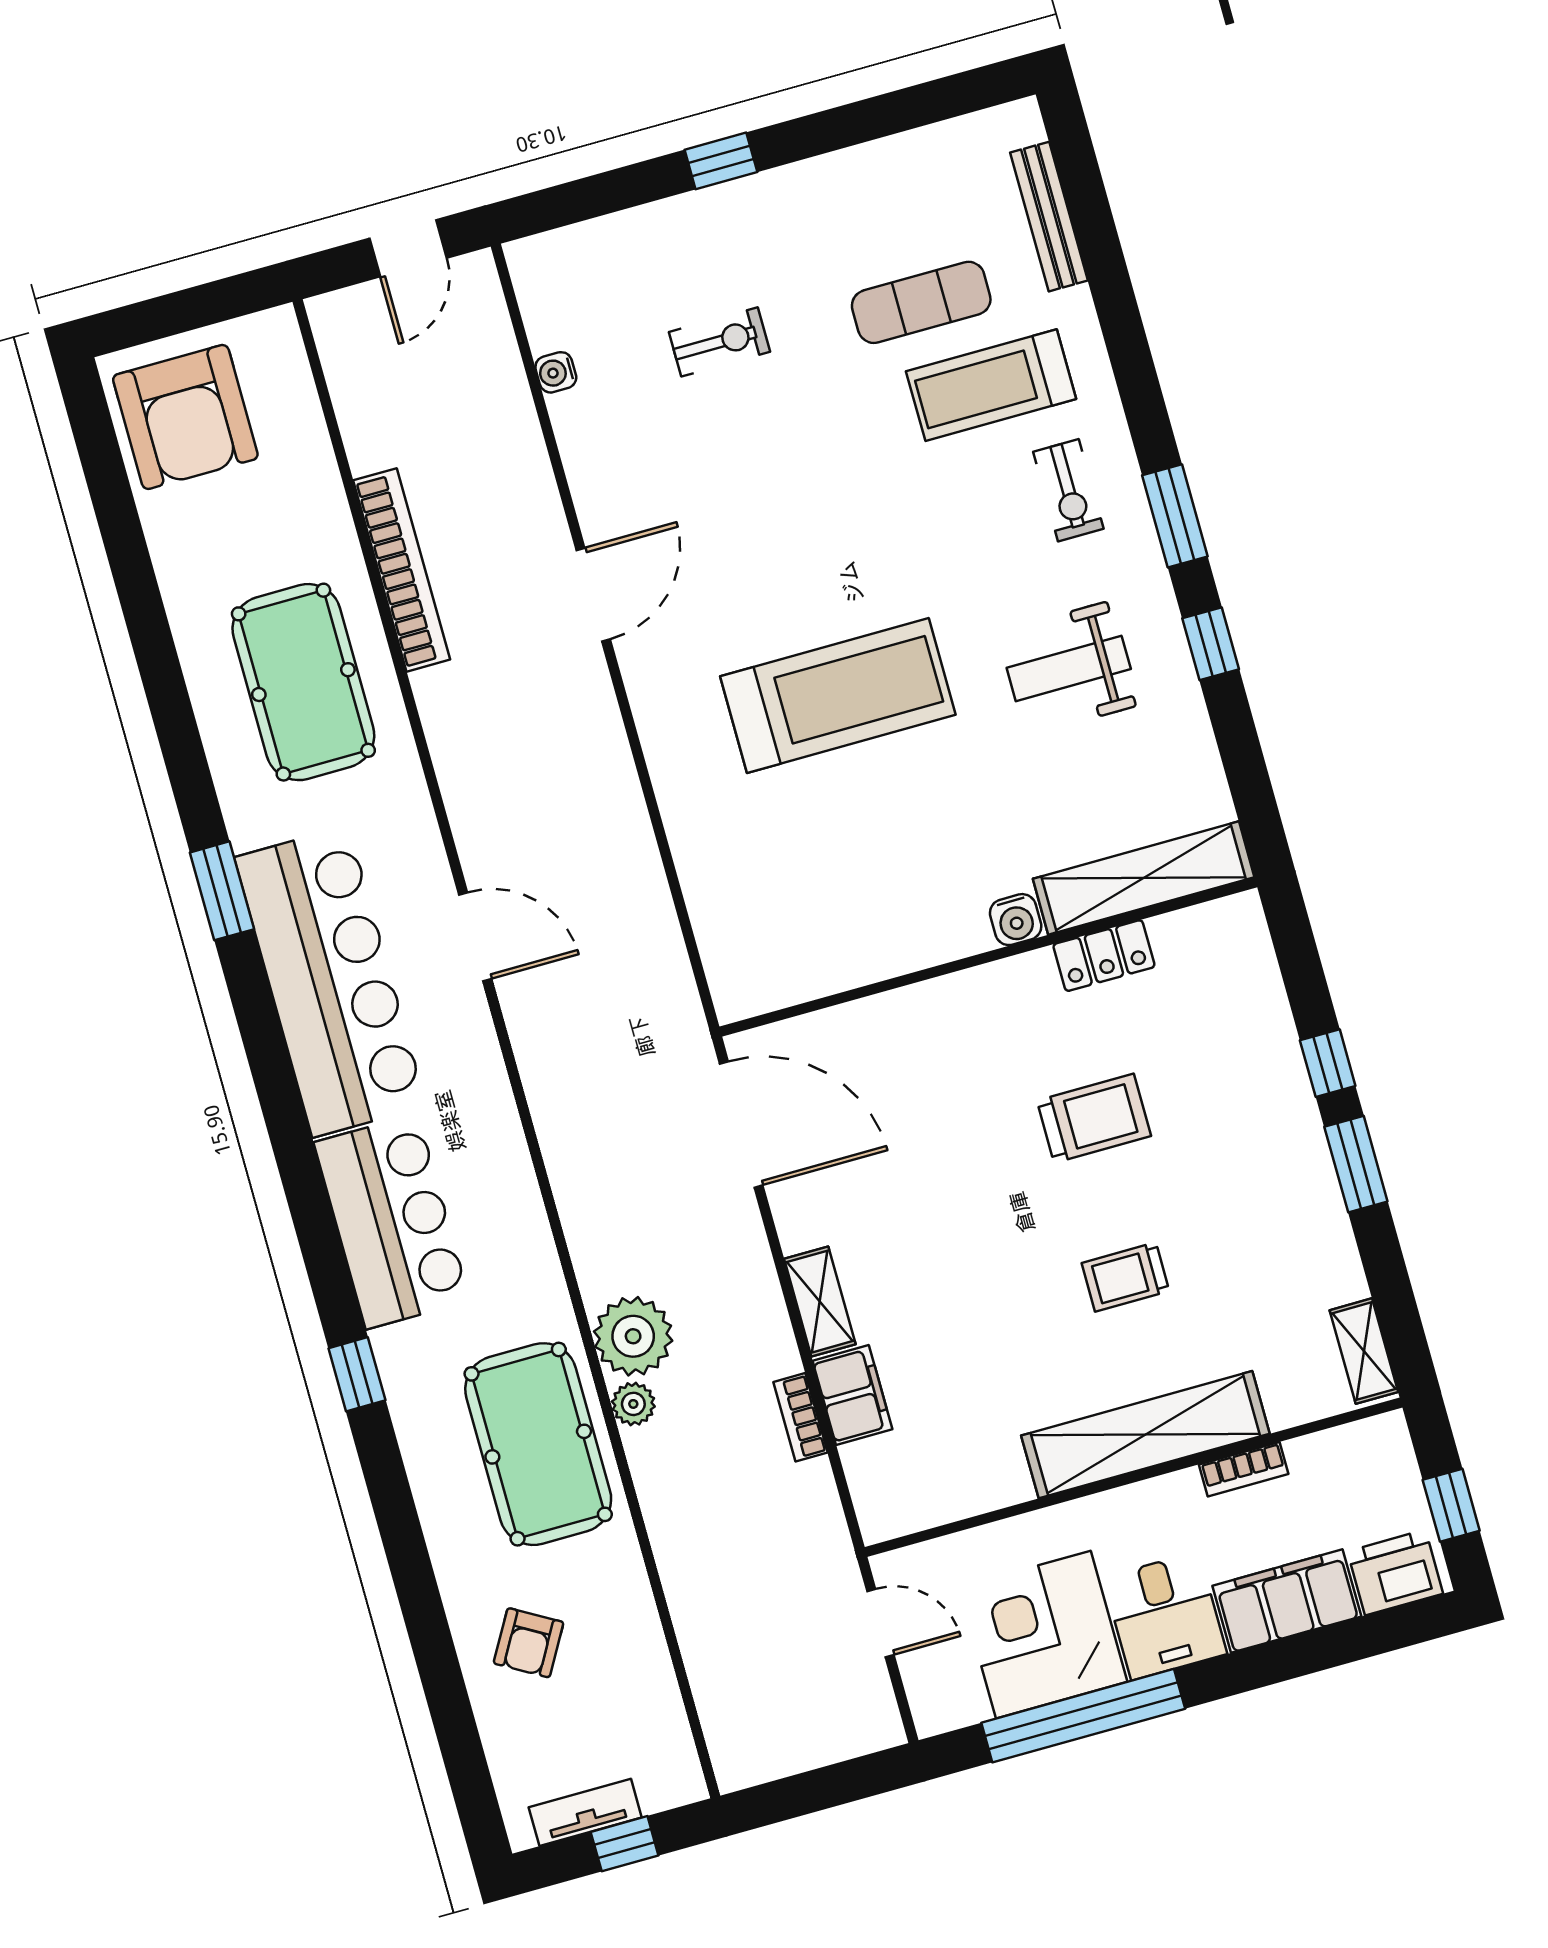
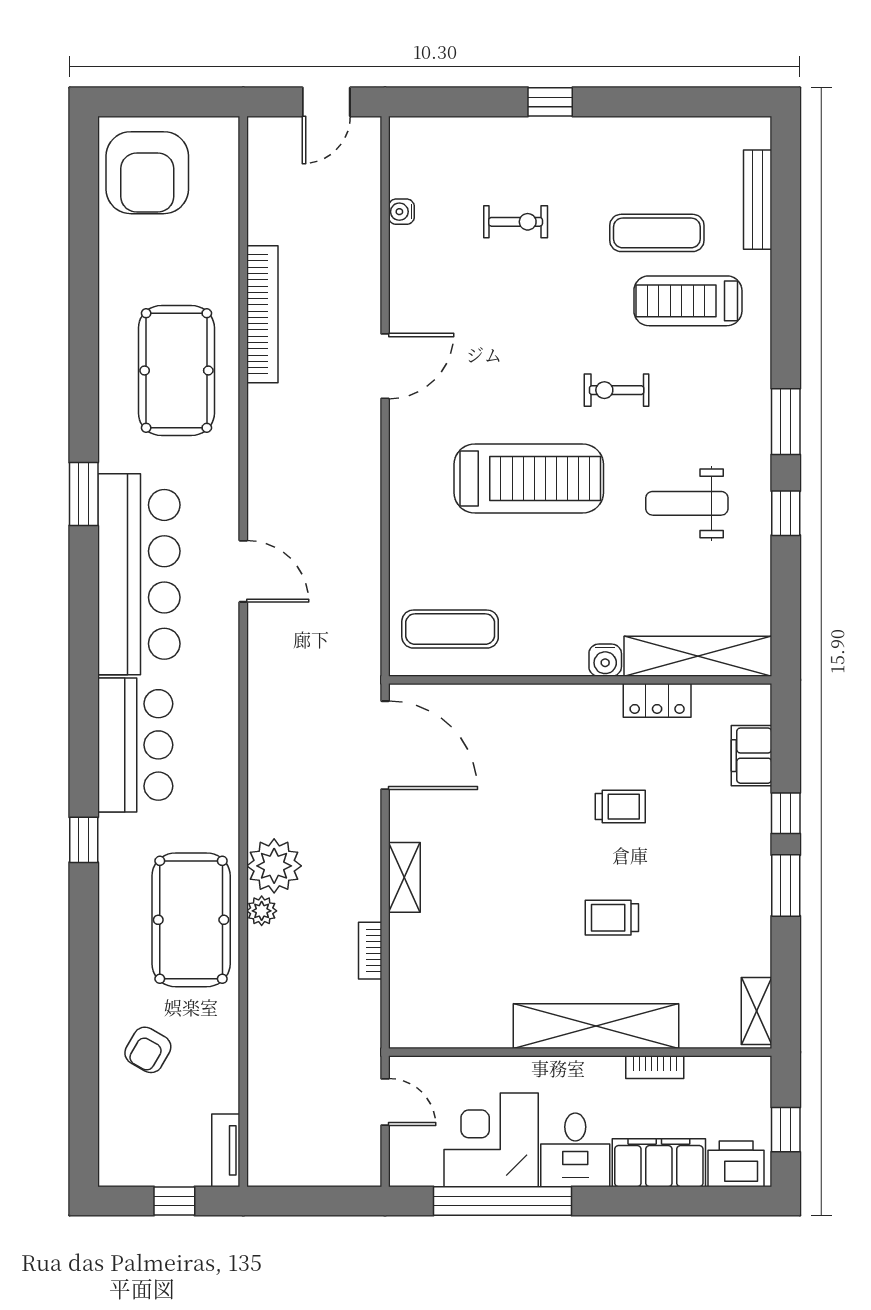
exercise bike: (1068, 490) -> (617, 390), moved, turned 90
exercise mat: (787, 937) -> (450, 629), added
trolley: (1094, 1118) -> (620, 807), width x0.73, depth x0.72
filing cabinet: (852, 1395) -> (751, 756), moved, turned 180
tv unit: (585, 1812) -> (226, 1150), moved, turned -90

